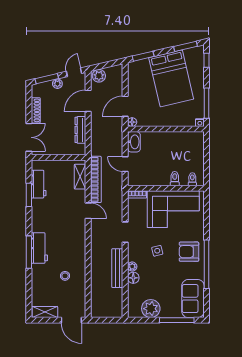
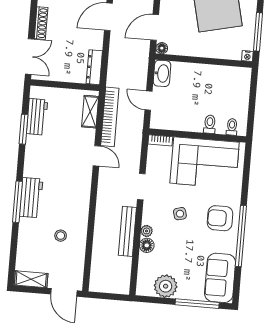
dresser: (80, 130) -> (94, 67), moved

